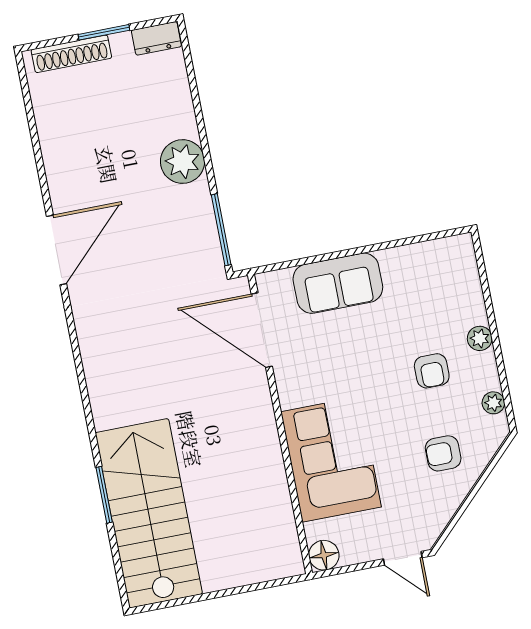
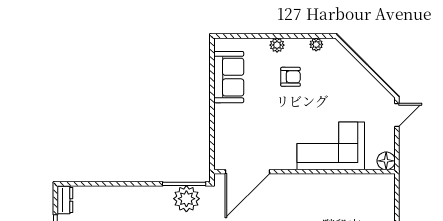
plant: (183, 162) -> (186, 199), moved
sofa: (338, 283) -> (229, 77), moved
armchair: (443, 453) -> (340, 80), removed

